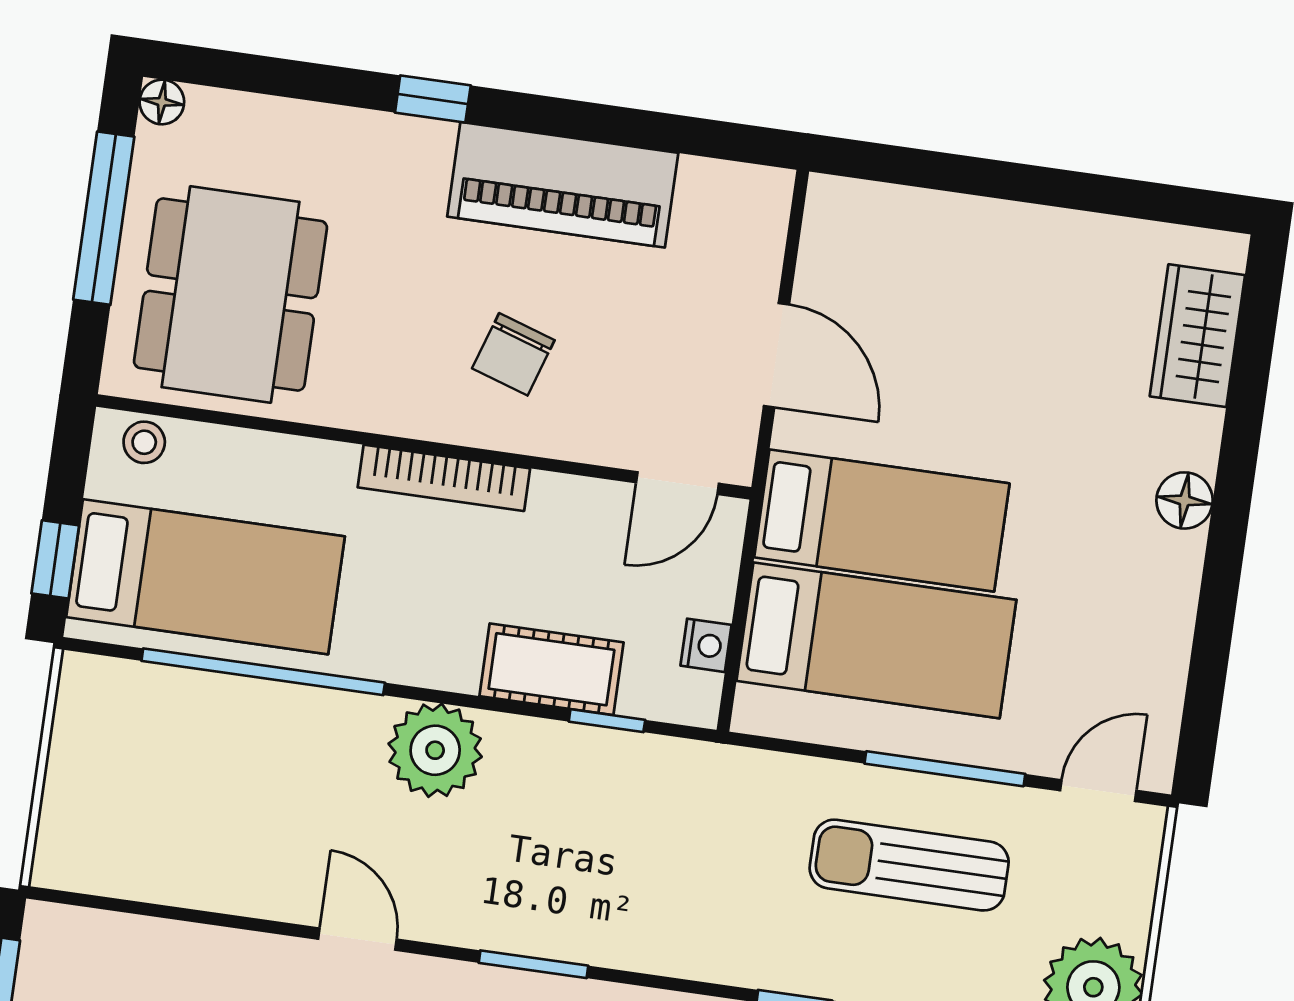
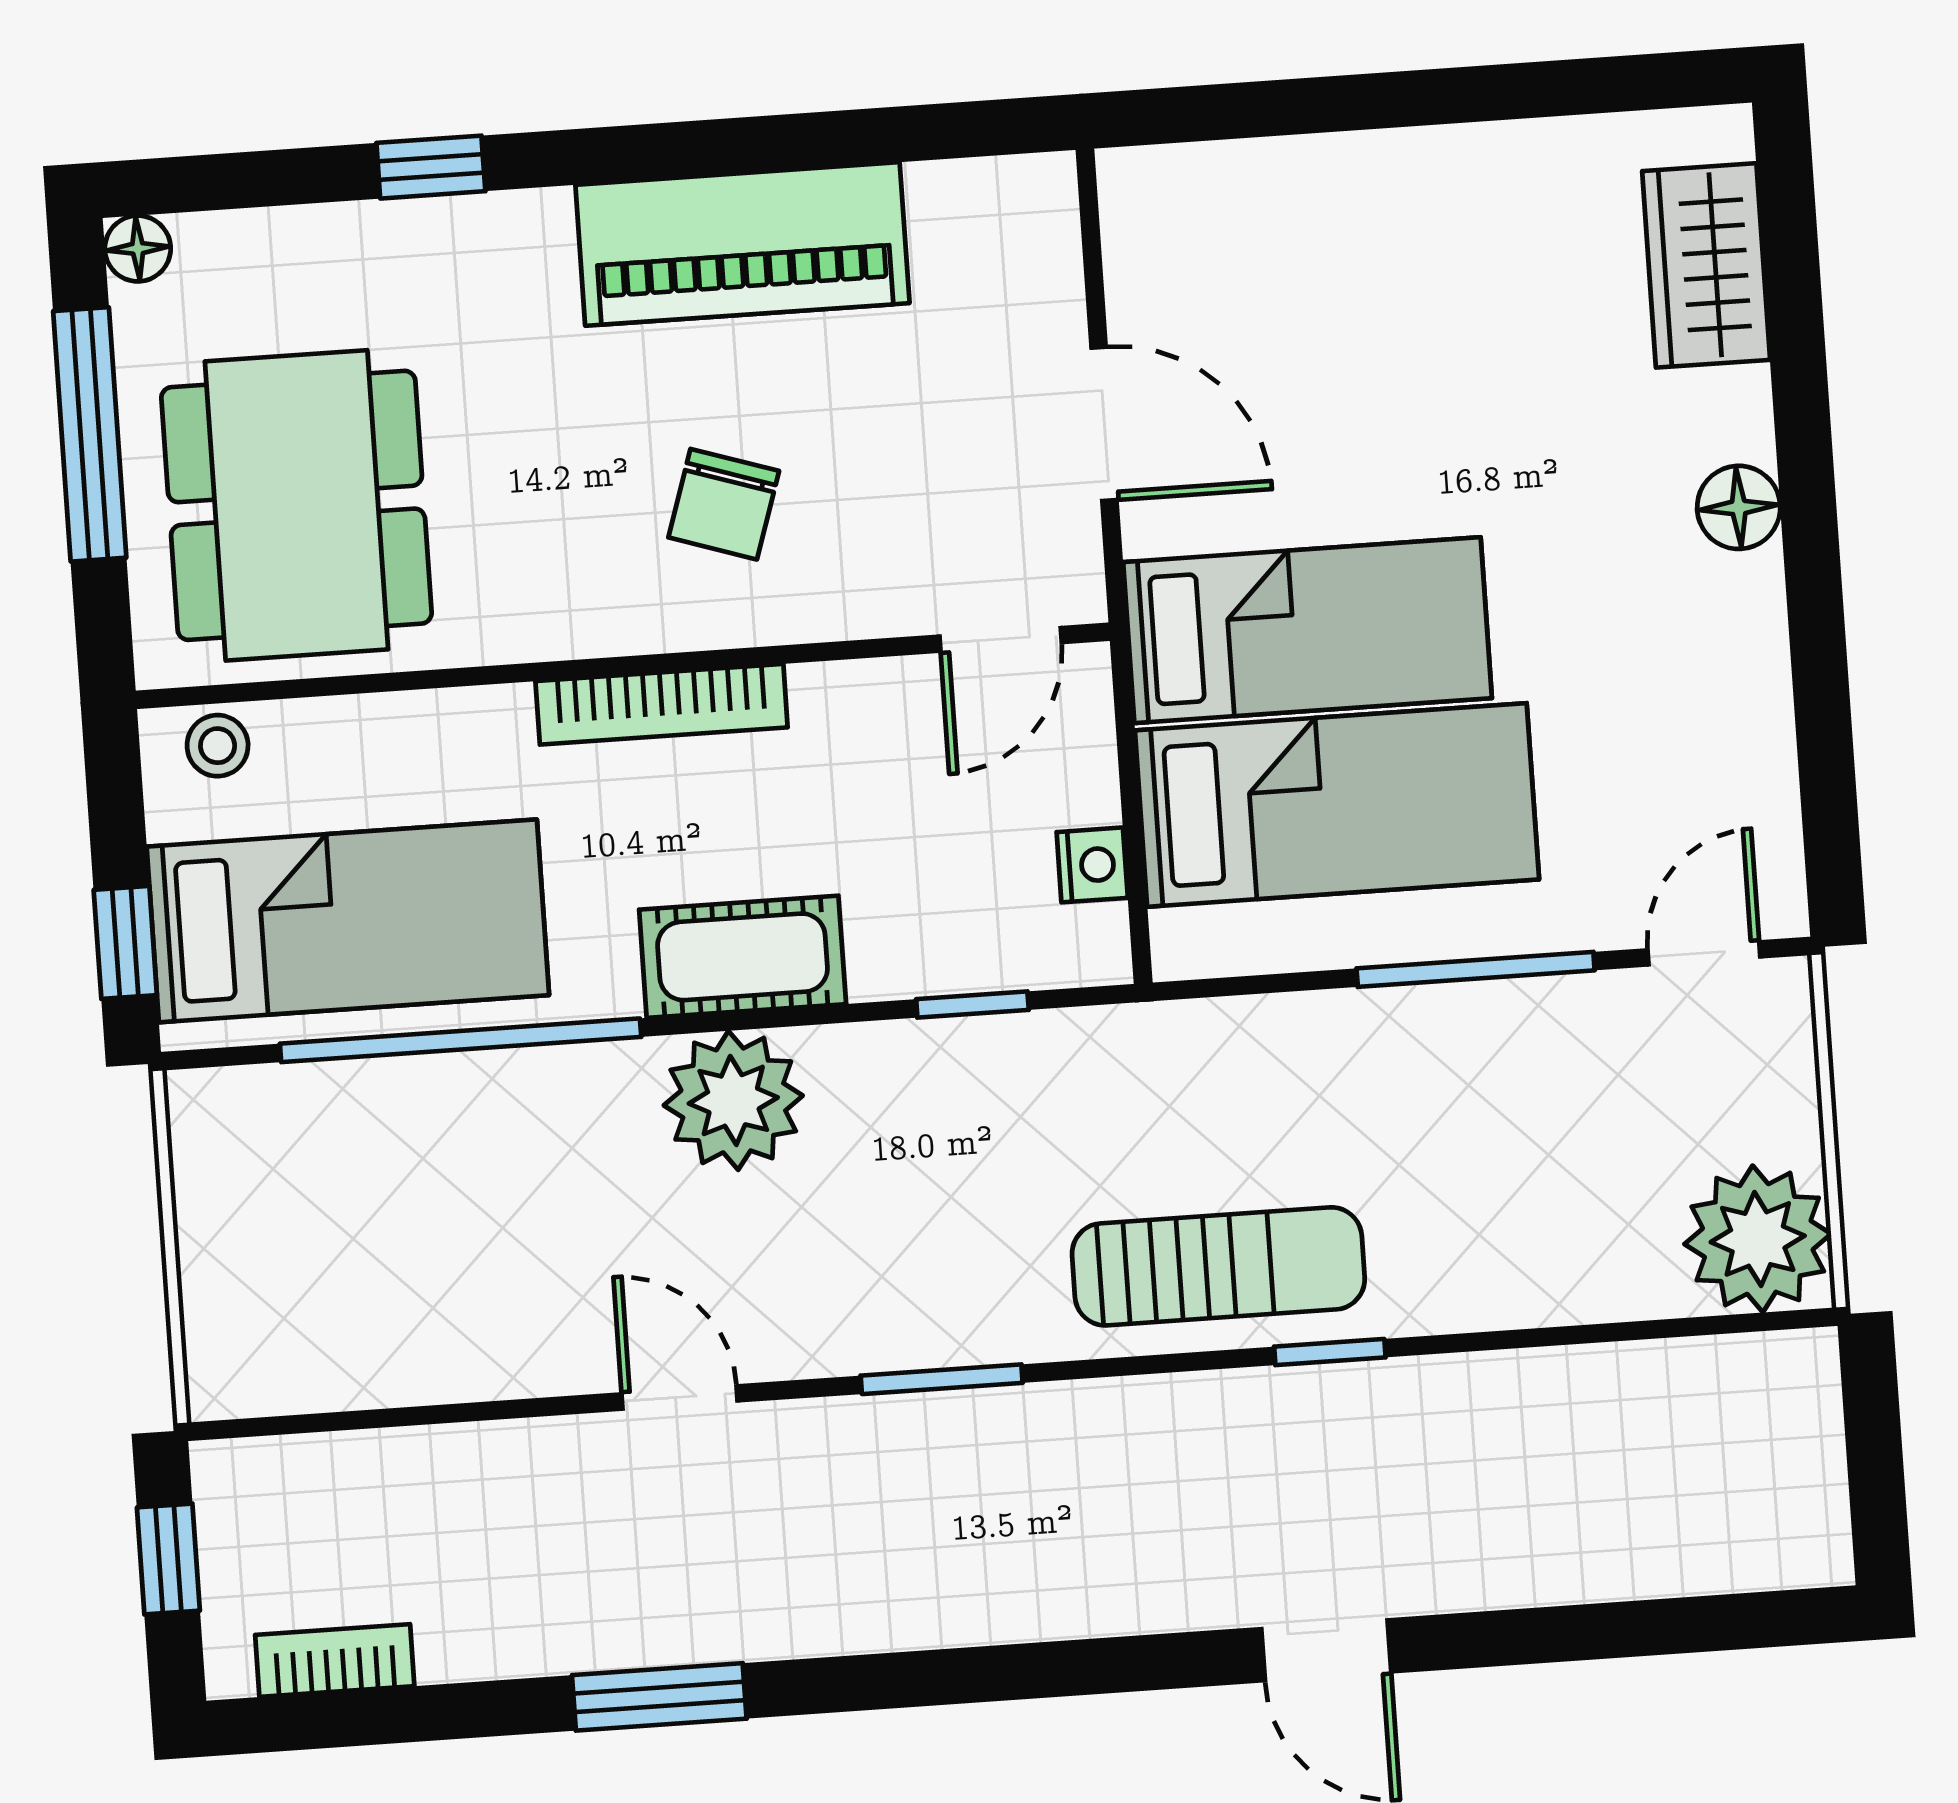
window: (433, 99) -> (431, 167), moved
cot: (551, 669) -> (743, 957), moved
sun lounger: (909, 865) -> (1218, 1266), moved, turned 180

